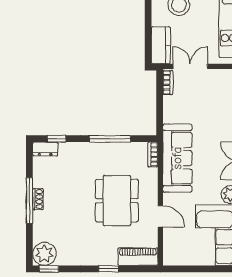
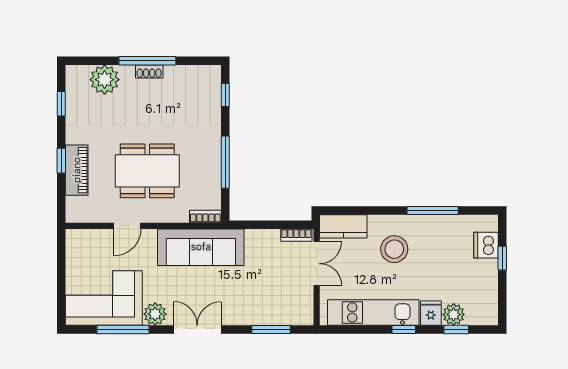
dresser: (45, 149) -> (212, 80), removed
plant: (44, 254) -> (105, 80), moved
piano: (138, 257) -> (77, 170), moved
window: (49, 269) -> (61, 104), moved

